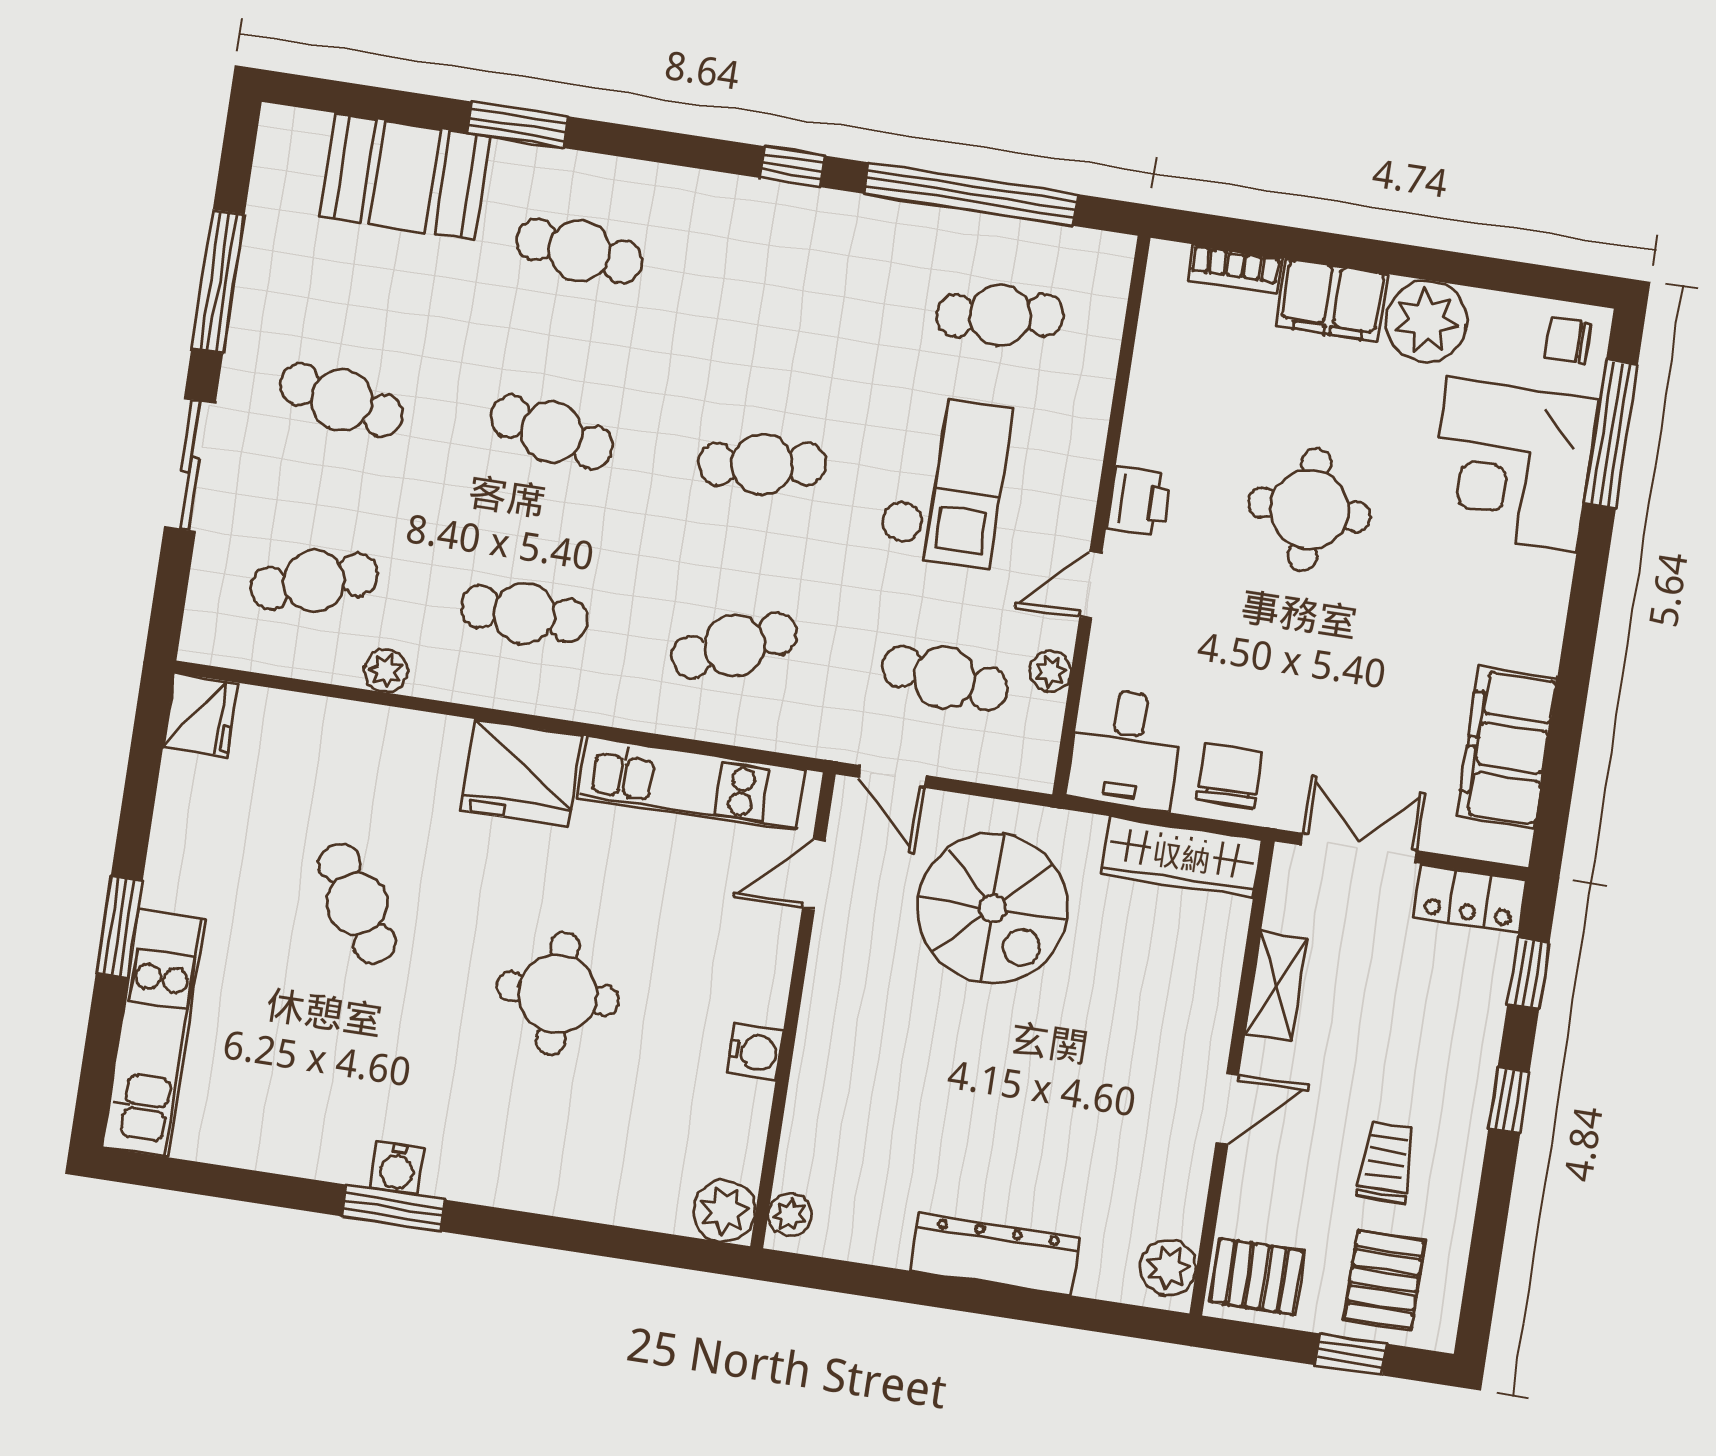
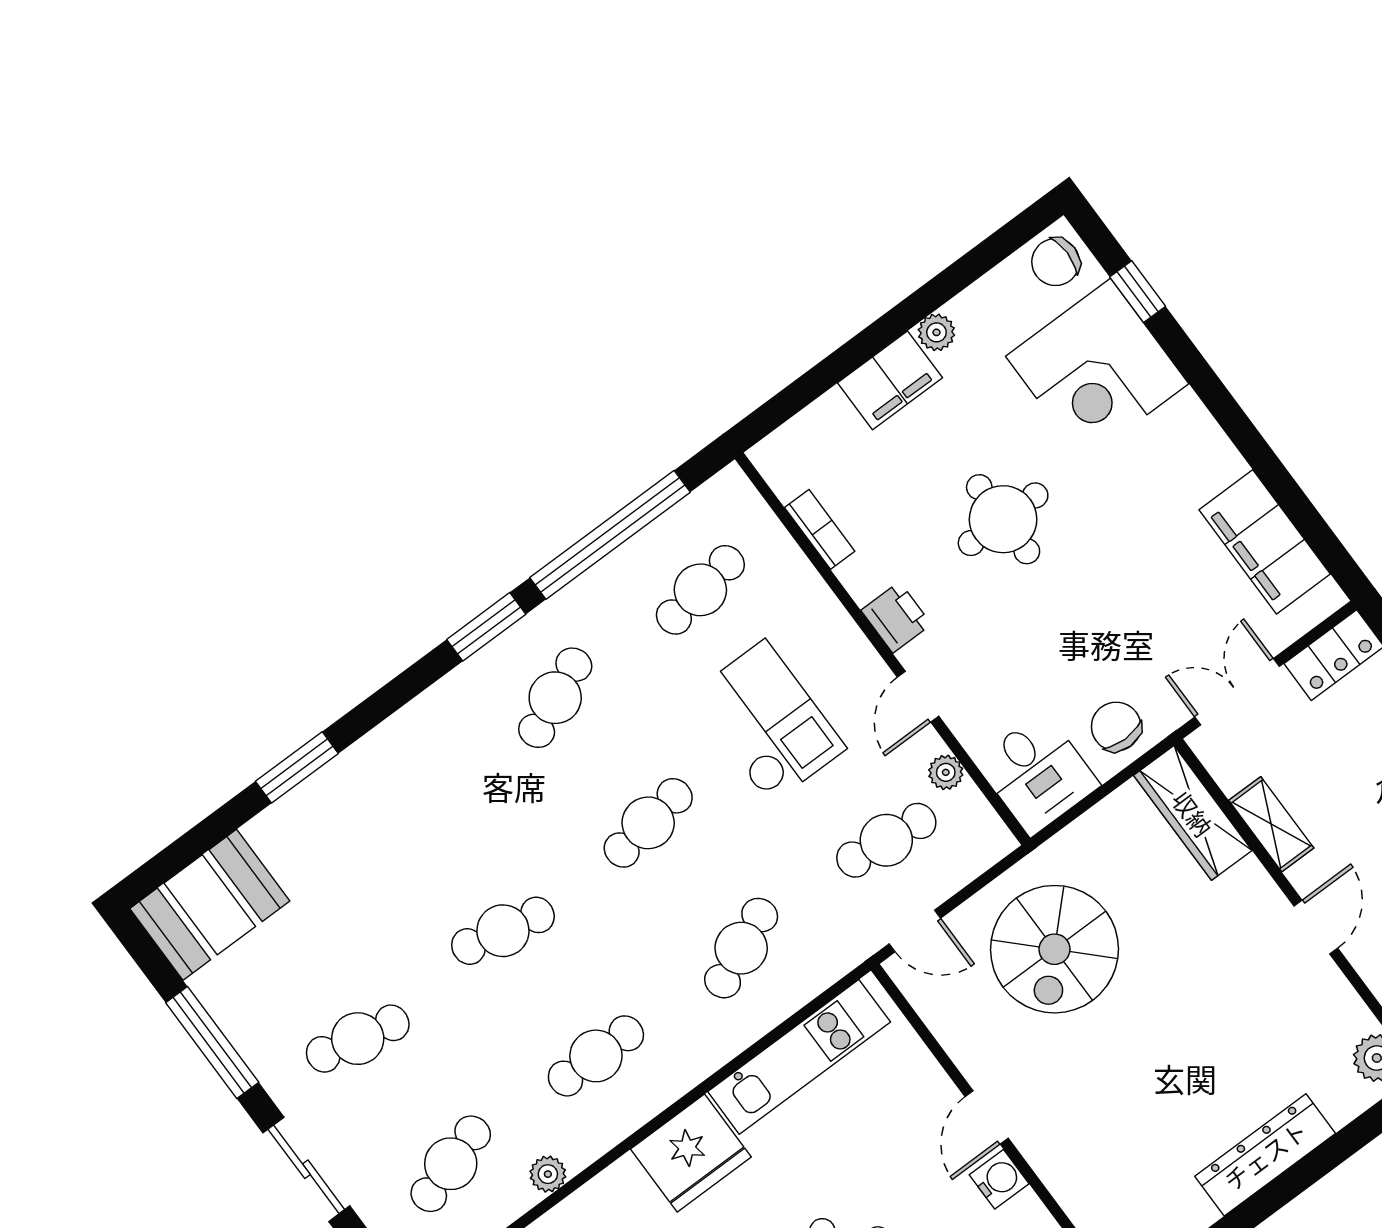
window: (792, 167) -> (486, 627), width x1.50
booth: (405, 177) -> (210, 905), moved
cafe table: (580, 251) -> (555, 698), moved, turned -30
bookcase: (1235, 269) -> (820, 529), moved, turned -90
plant: (1426, 321) -> (936, 332), width x0.53, depth x0.53
chair: (1568, 341) -> (1056, 262), width x1.37, depth x1.37
window: (1611, 434) -> (1138, 292), width x0.46
wardrobe: (1181, 857) -> (1193, 813), moved, turned 90
door: (814, 874) -> (987, 1117), moved
spiral stairs: (993, 908) -> (1055, 949), turned 90

